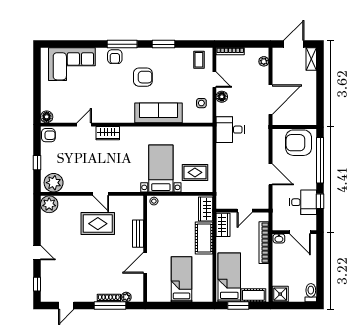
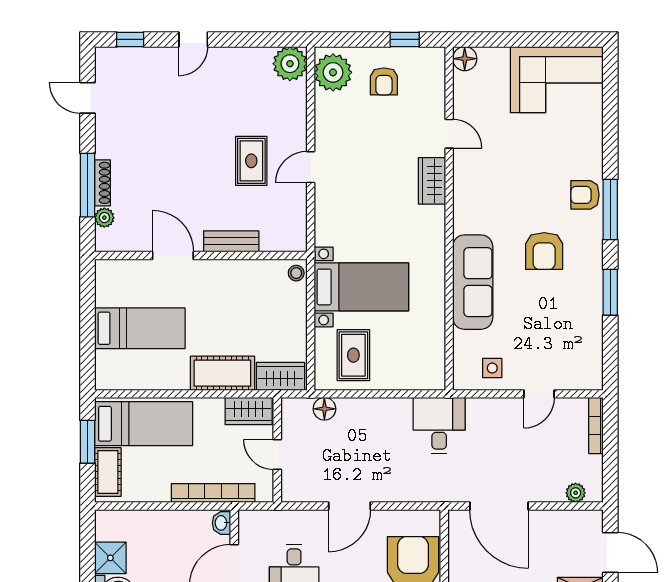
coffee table: (199, 60) -> (579, 363), removed
corner sofa: (72, 64) -> (557, 80), moved, turned -90
floor lamp: (222, 97) -> (324, 409), moved
armchair: (48, 135) -> (384, 81), moved
window: (37, 163) -> (405, 39), moved
rug: (98, 224) -> (251, 161), width x0.73, depth x0.70
shower: (280, 294) -> (110, 558), moved

